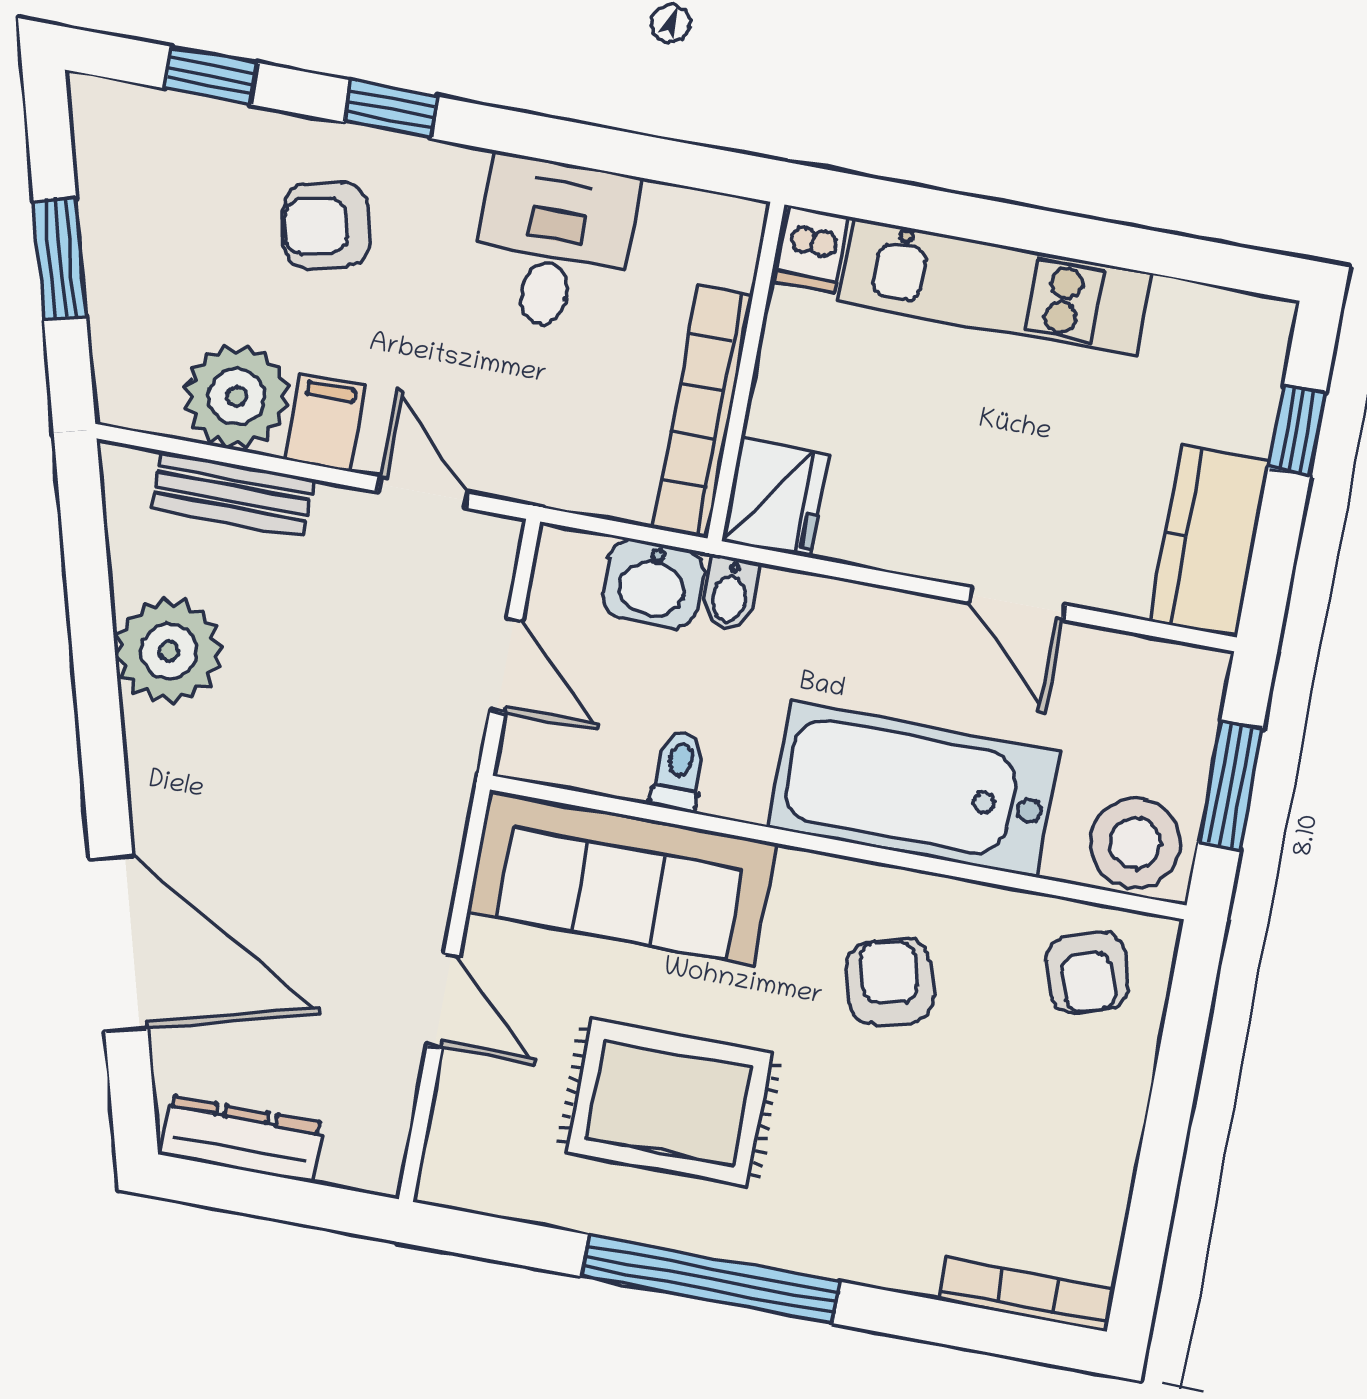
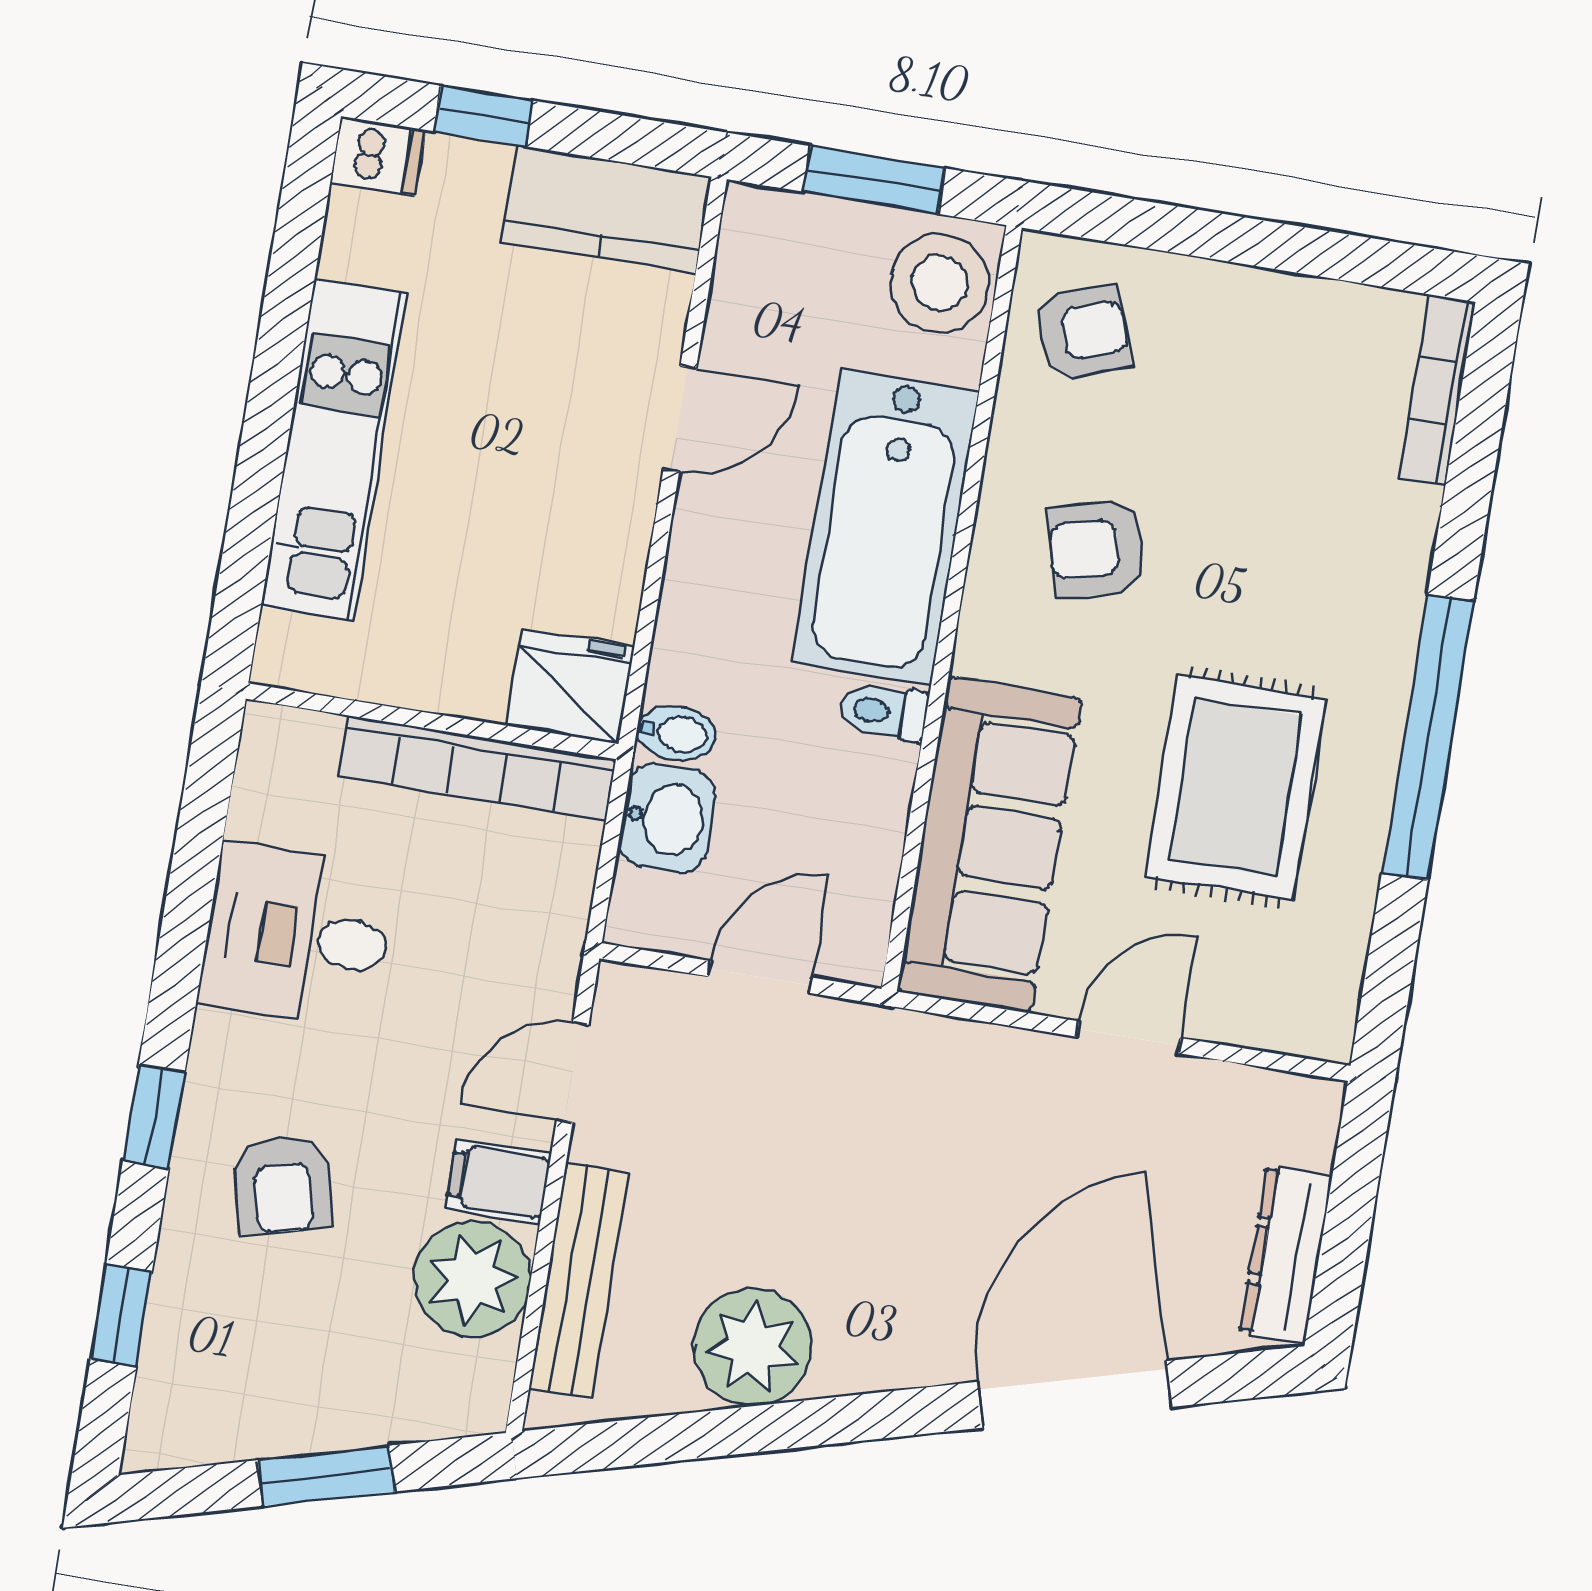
dishwasher: (812, 249) -> (378, 156), moved
bench: (233, 494) -> (579, 1281), width x1.36
toilet: (679, 771) -> (883, 712), moved

